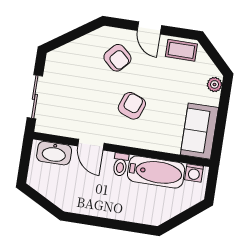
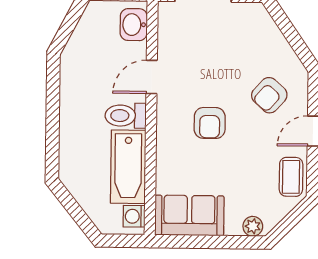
armchair: (132, 106) -> (210, 123), turned 70
washbasin: (54, 153) -> (134, 25), width x0.72
toilet: (120, 165) -> (126, 116), width x1.37, depth x1.39

